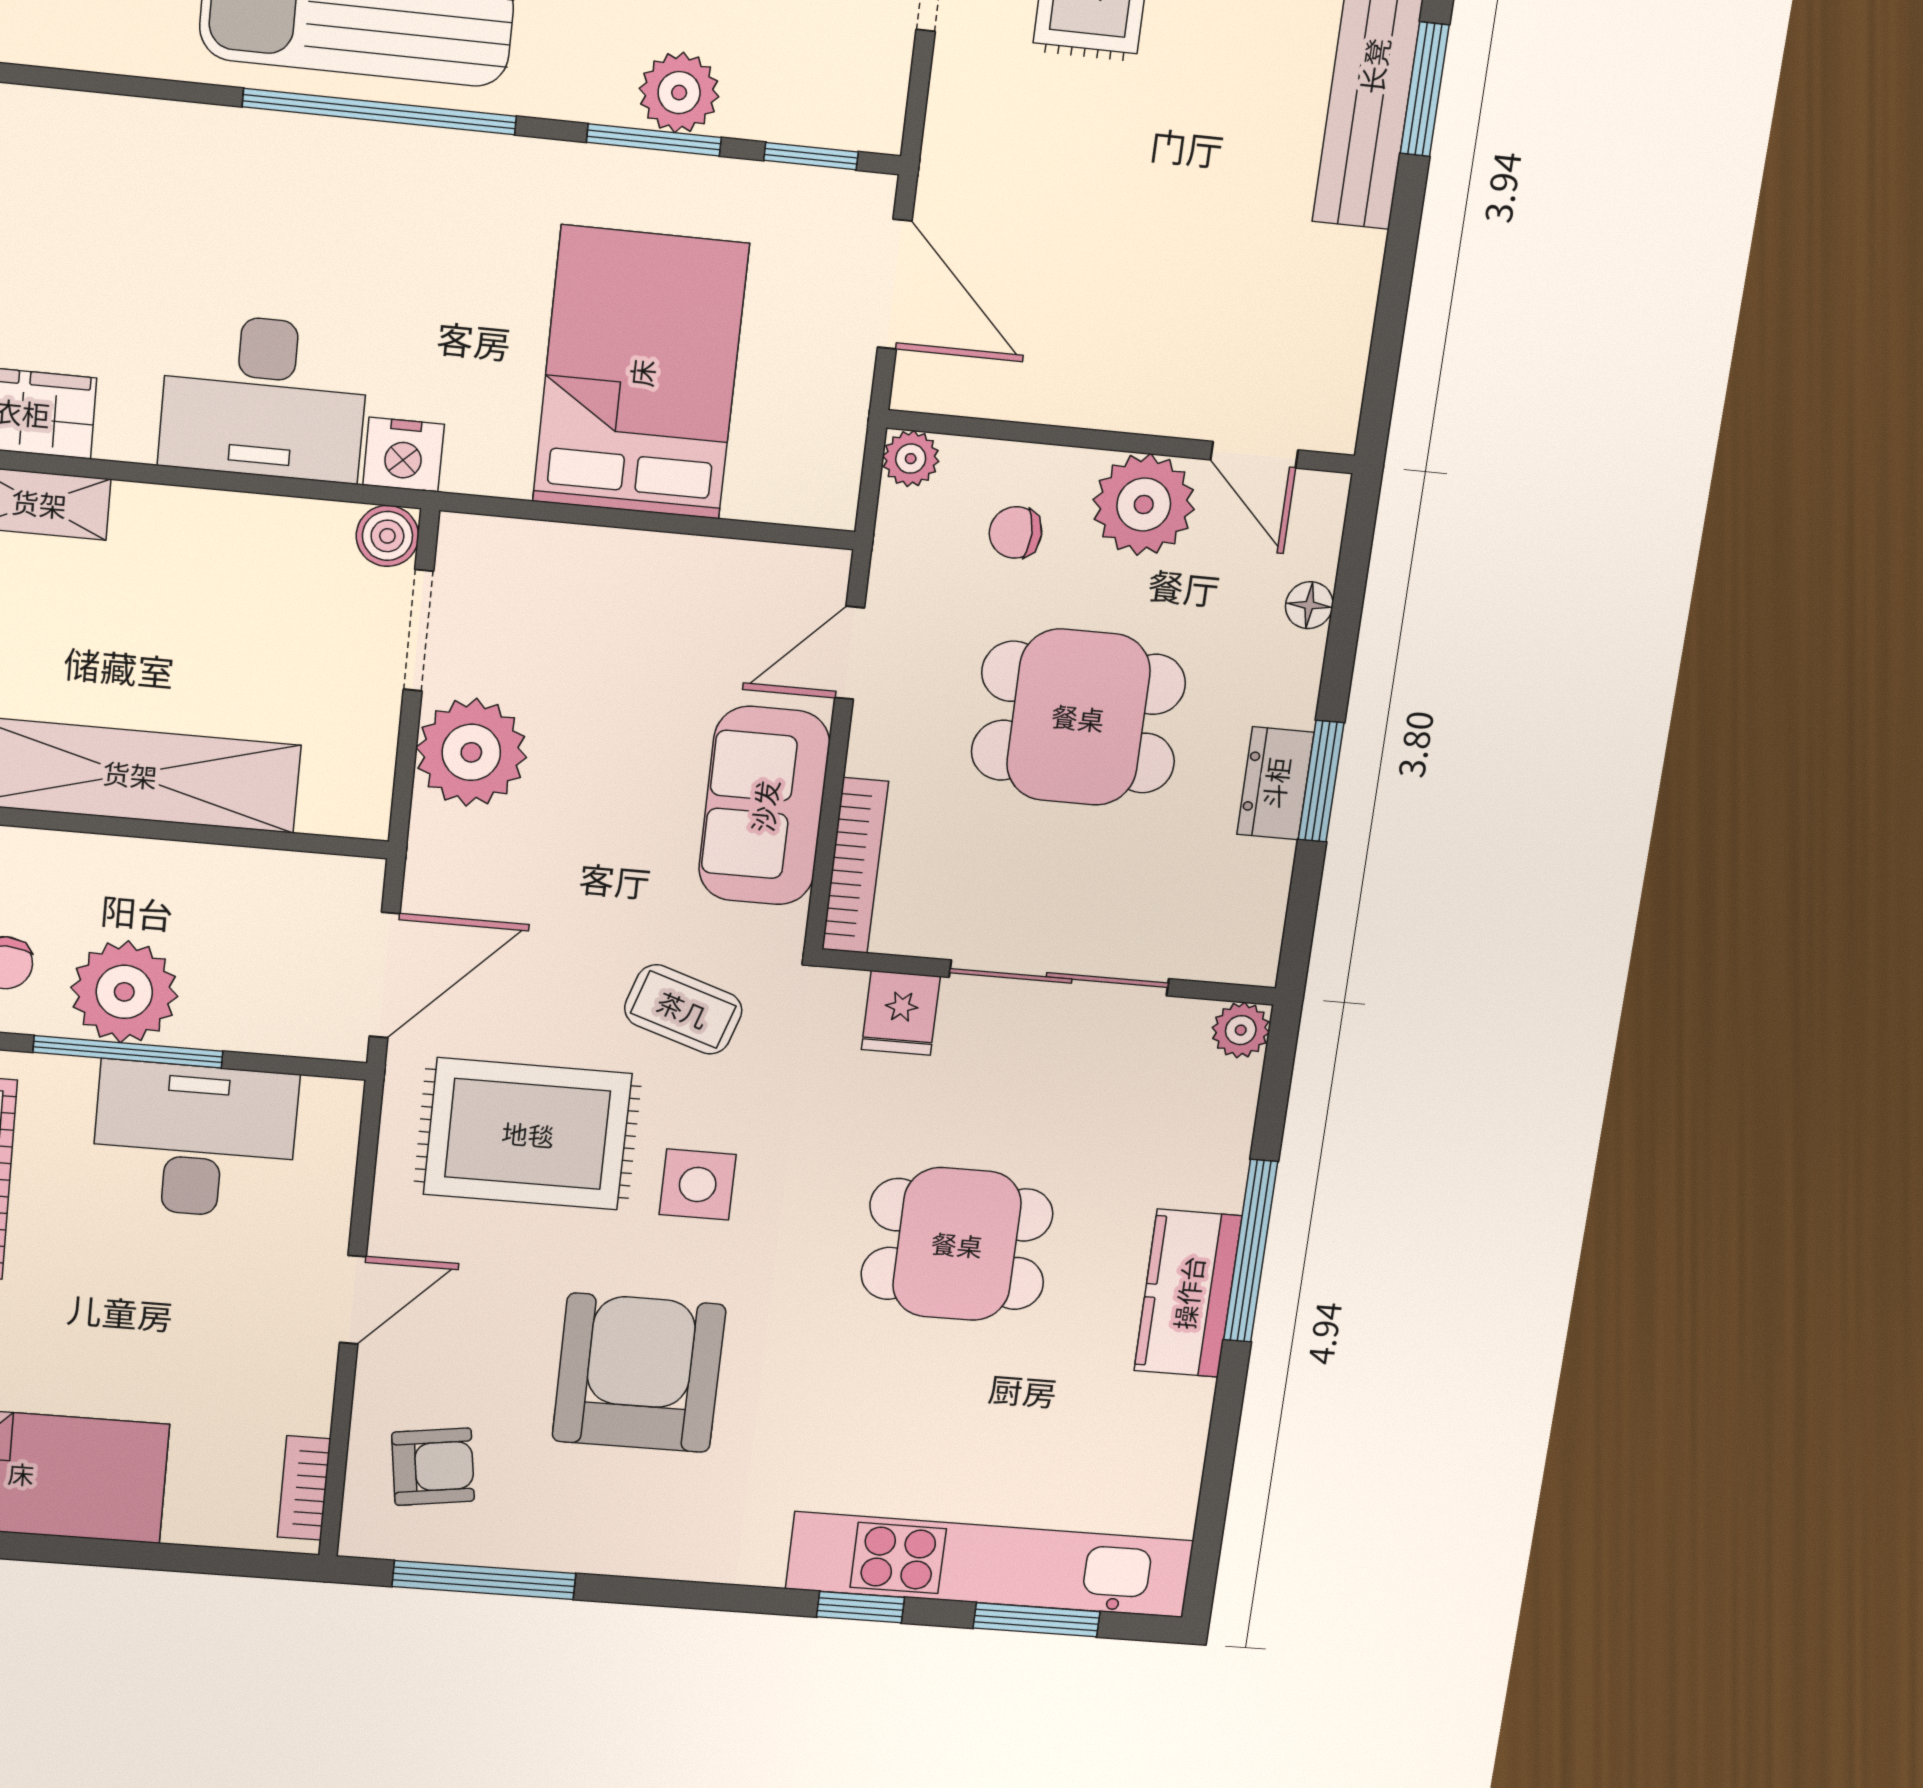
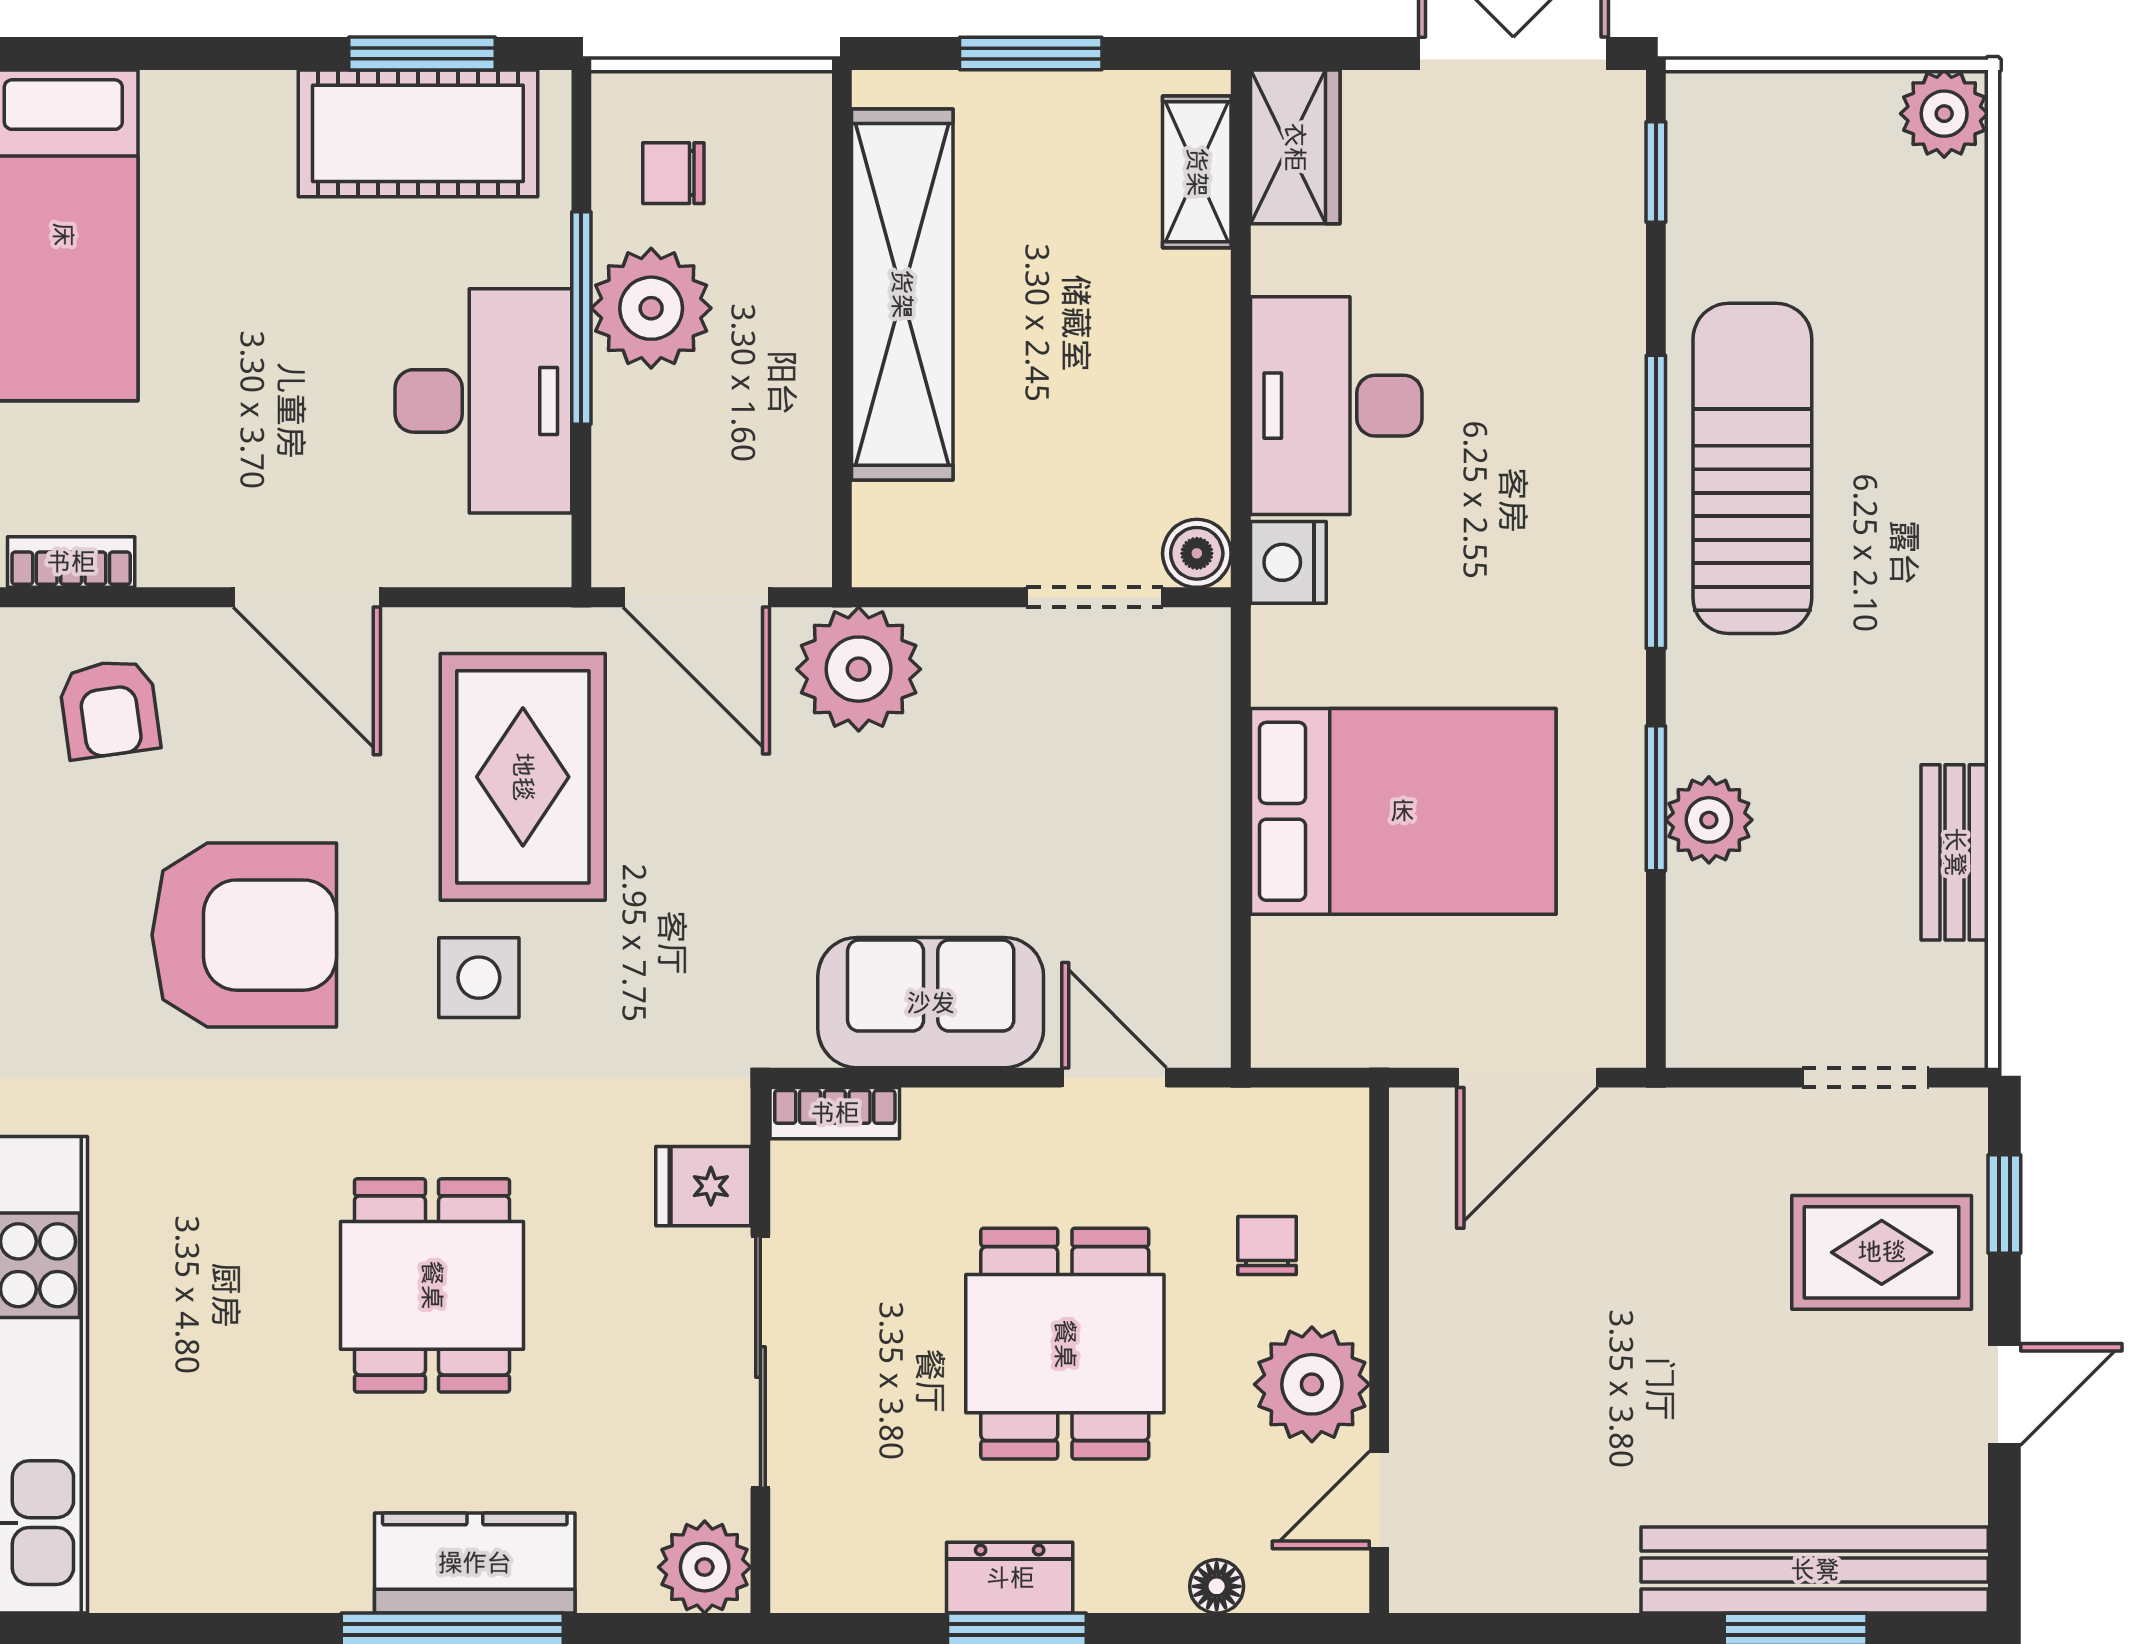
window: (811, 156) -> (1656, 172), moved
plant: (911, 459) -> (1338, 1119), removed
plant: (471, 752) -> (859, 669), moved
bookcase: (855, 866) -> (835, 1113), width x0.64
coffee table: (683, 1009) -> (686, 938), removed
plant: (1241, 1030) -> (705, 1567), width x1.38, depth x1.38
kitchen counter: (1188, 1293) -> (475, 1563), moved
door: (353, 1300) -> (307, 597), width x1.38

